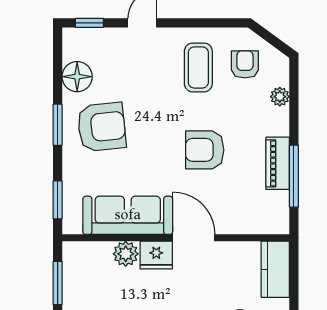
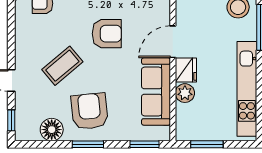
coffee table: (198, 67) -> (62, 66), moved, turned -40
armchair: (205, 150) -> (107, 34), turned -90

